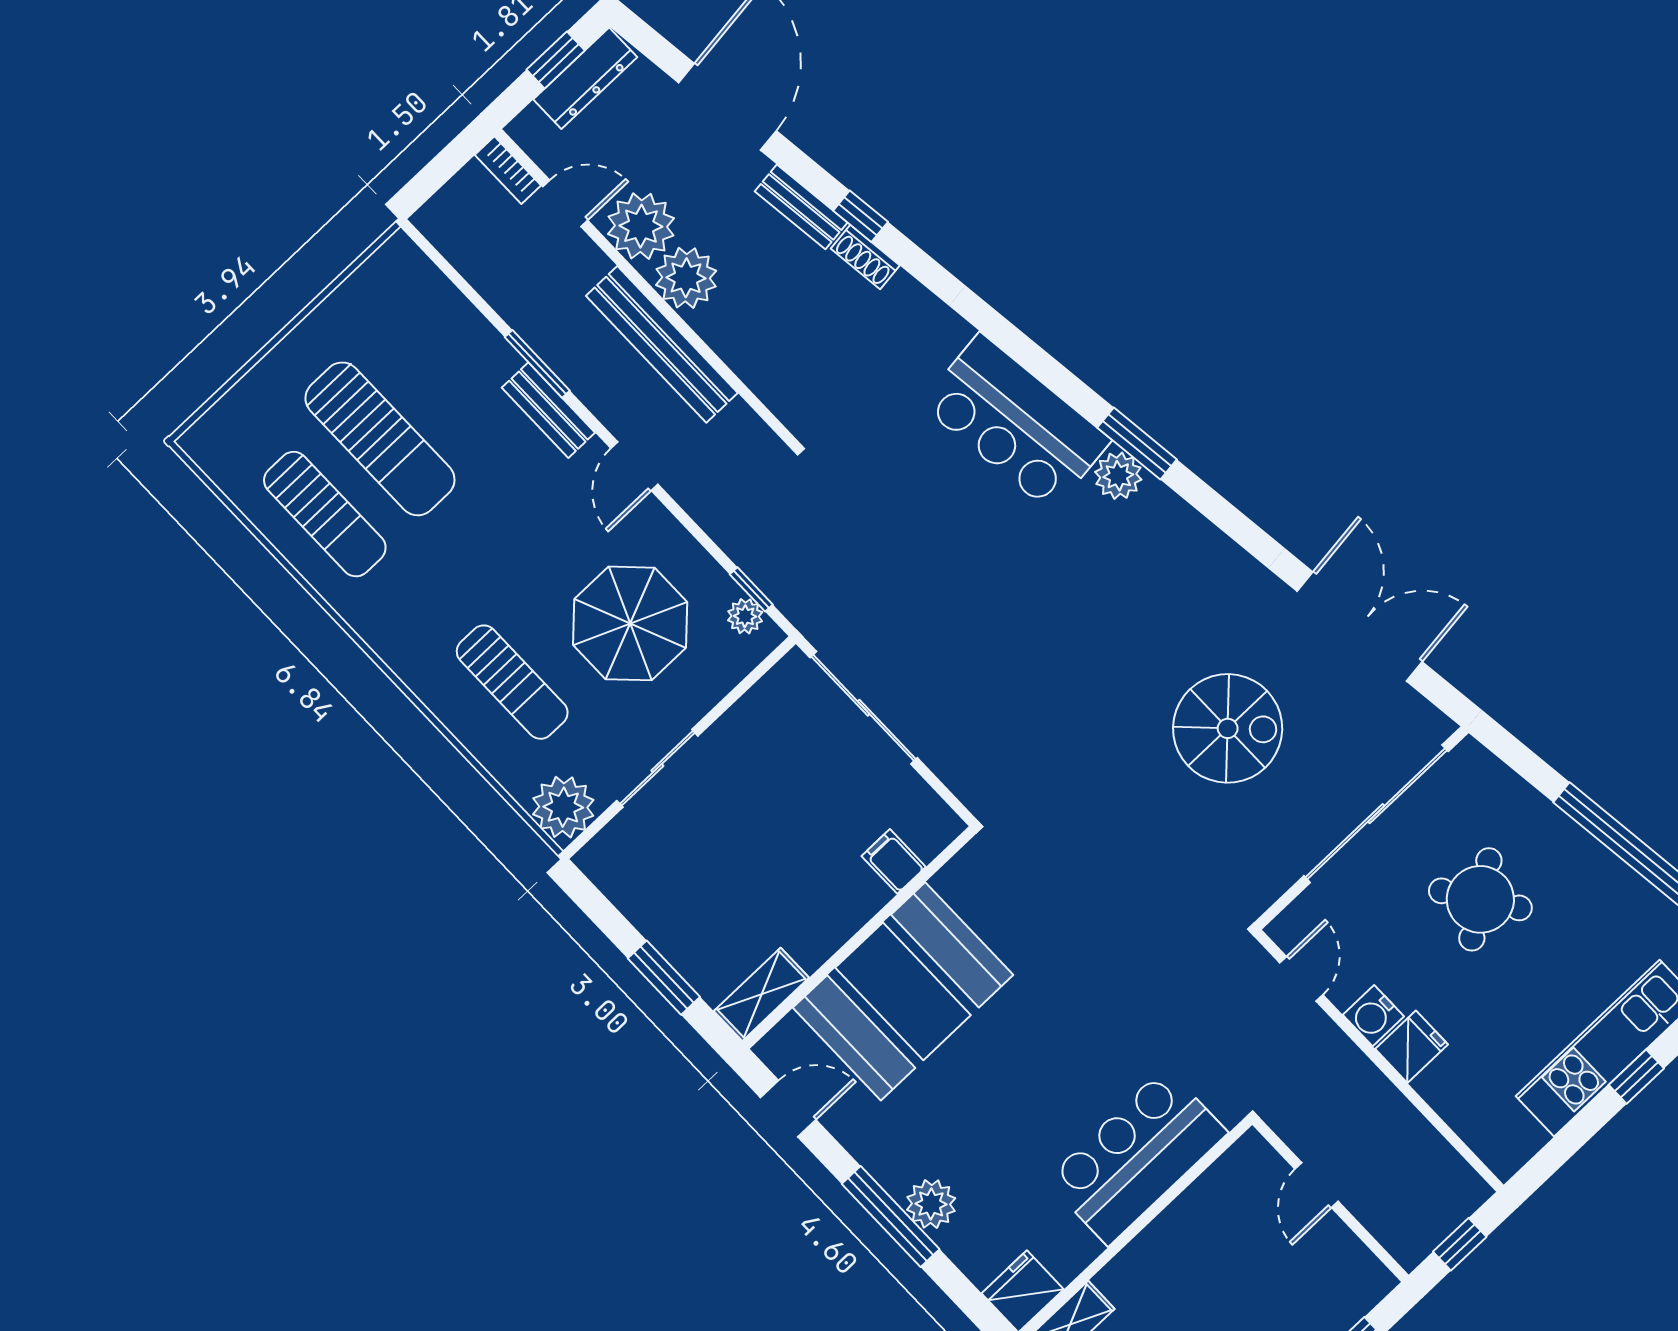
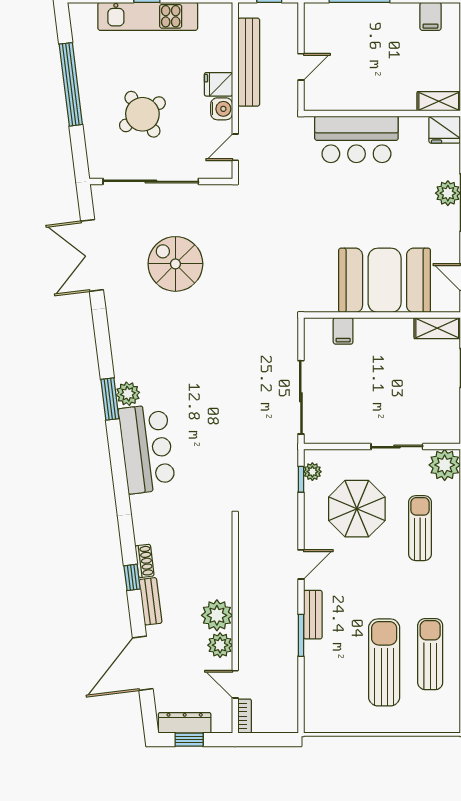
plant: (641, 226) -> (220, 645), width x0.73, depth x0.73
bench: (662, 344) -> (249, 62), moved

